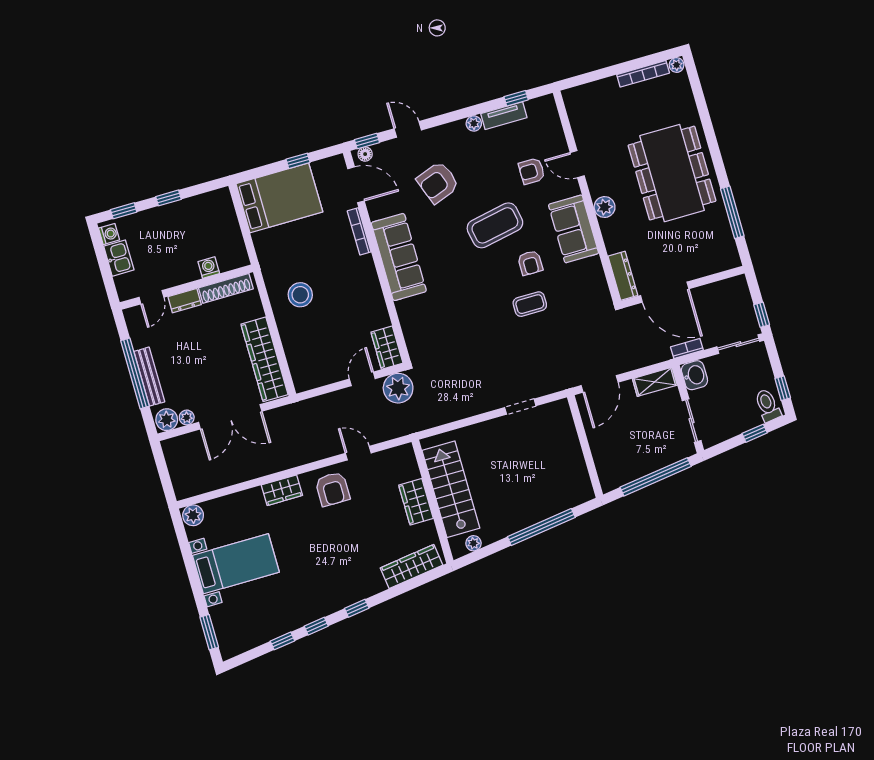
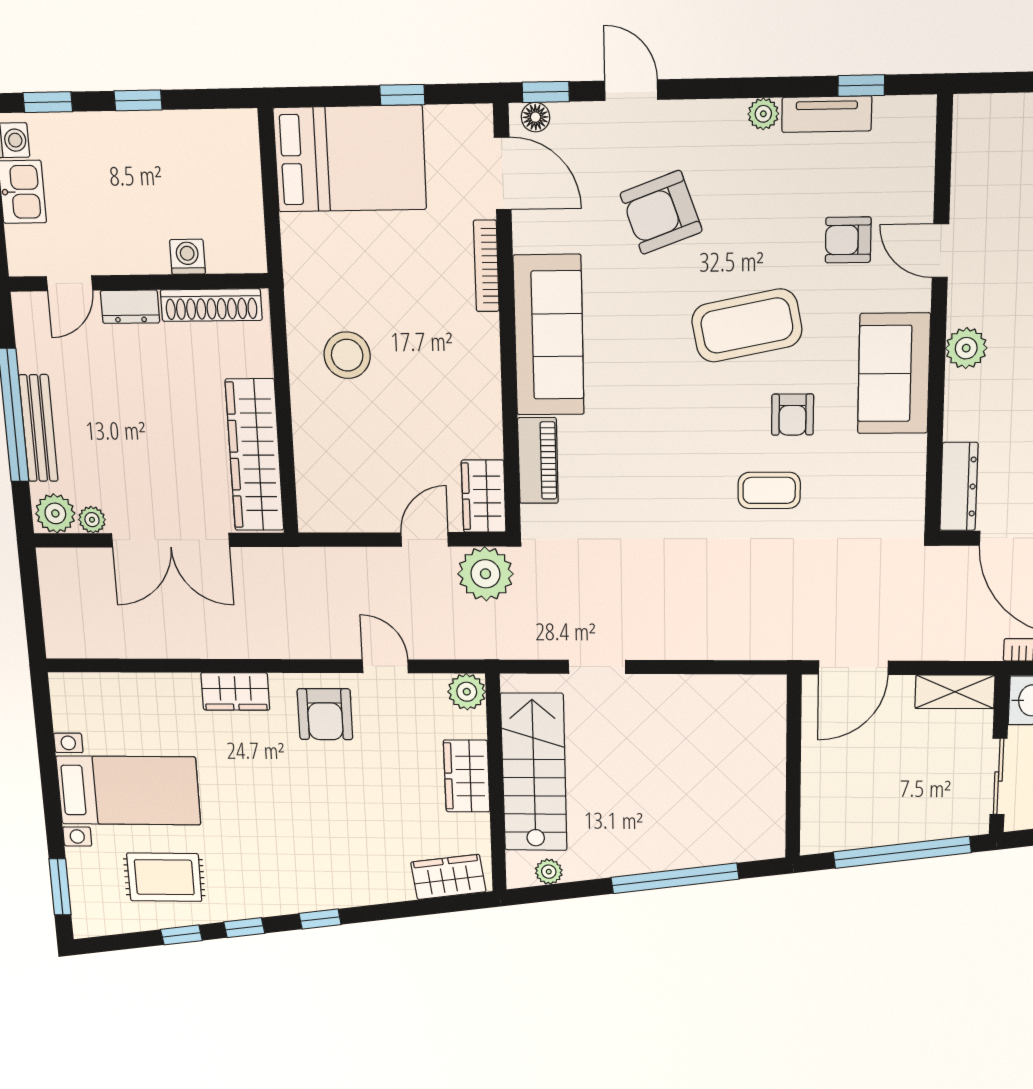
piano: (410, 322) -> (538, 461), added
doorway: (520, 407) -> (597, 667), moved
plant: (193, 515) -> (467, 692), moved
wardrobe: (412, 566) -> (448, 877), width x0.67
rug: (266, 609) -> (164, 877), added

